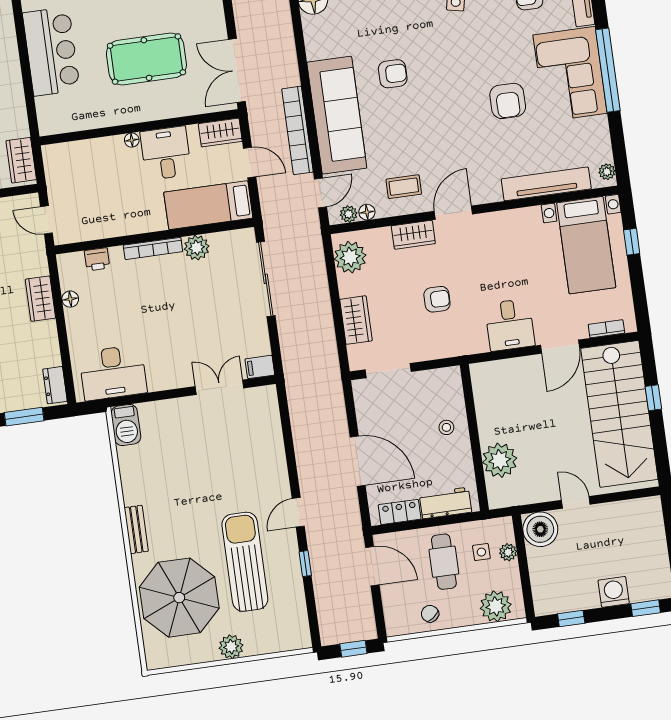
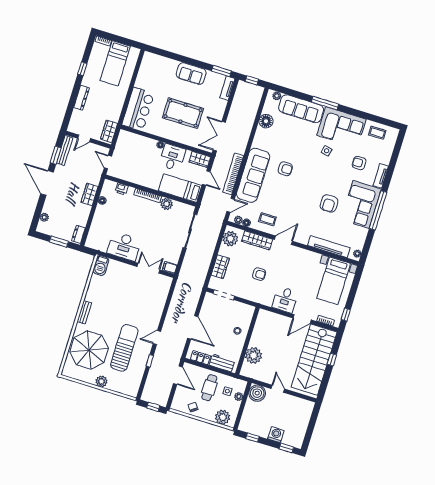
bar counter: (51, 51) -> (138, 109), moved
wardrobe: (413, 235) -> (257, 240), width x1.50
window: (632, 242) -> (346, 315), moved
desk: (113, 373) -> (124, 246), moved

